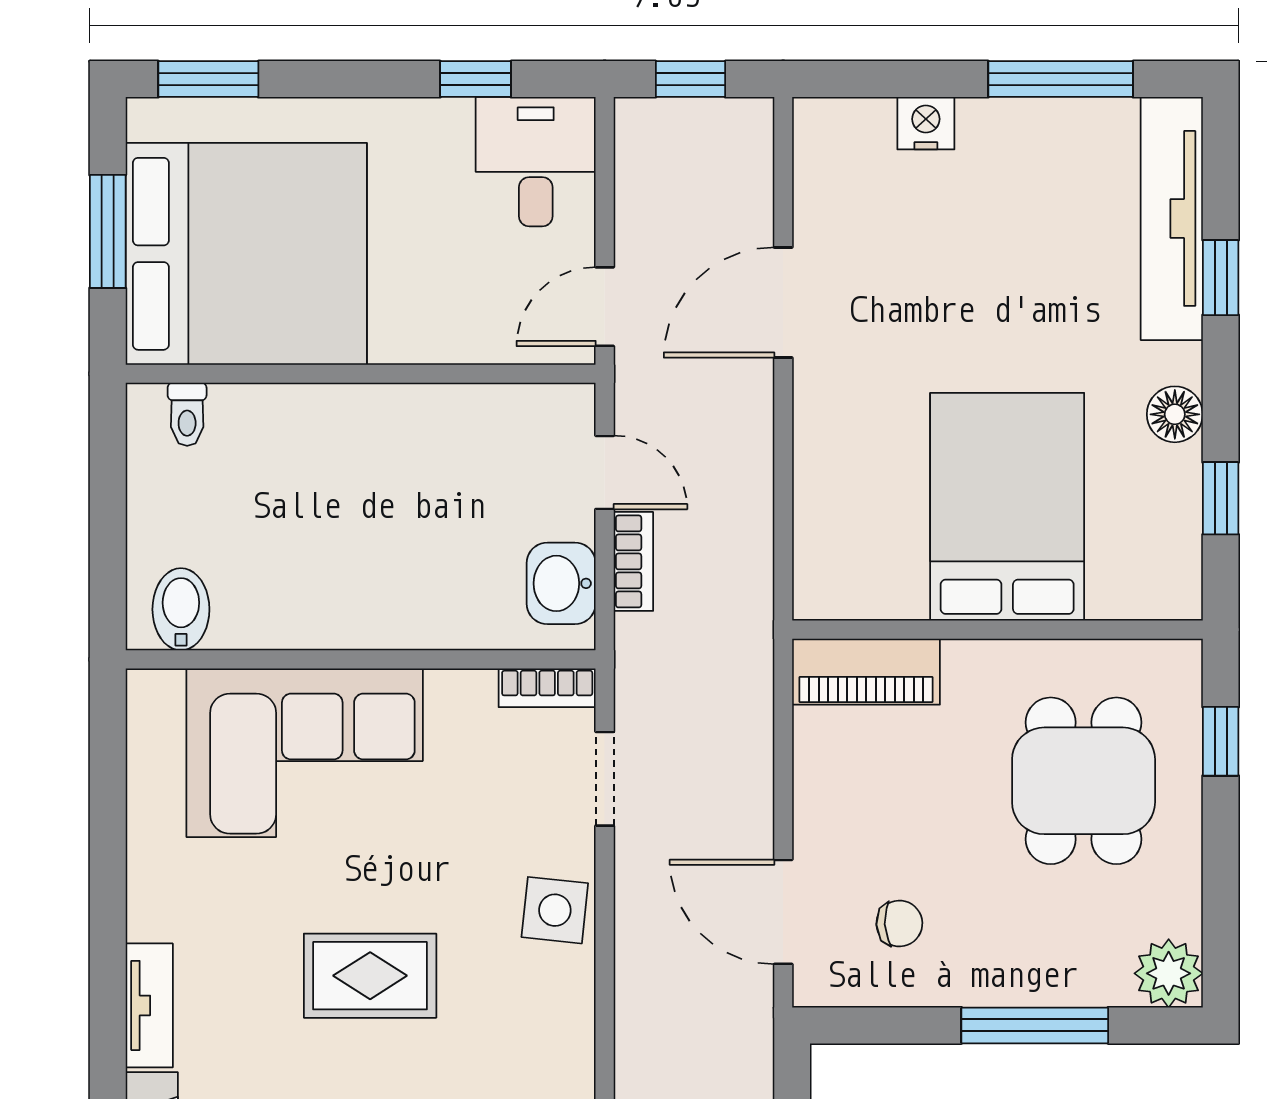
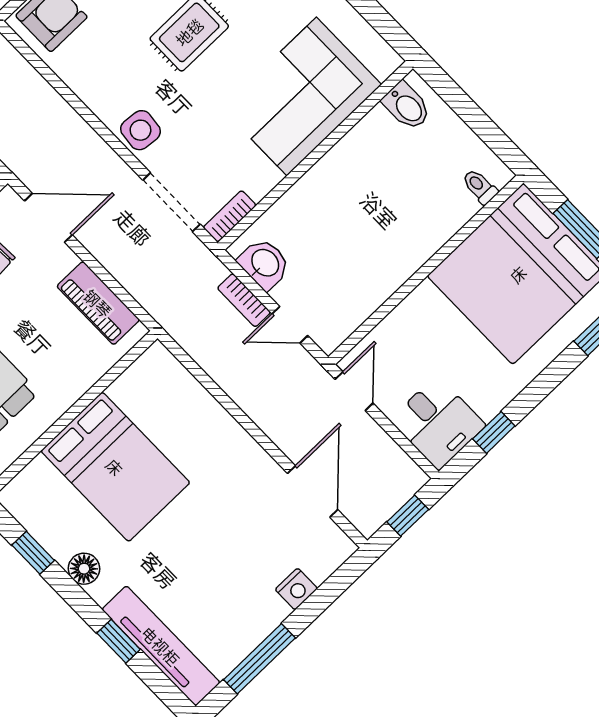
door: (783, 302) -> (313, 491), moved
piano: (866, 672) -> (98, 303), moved, turned -90
doorway: (605, 779) -> (171, 202), width x1.38

